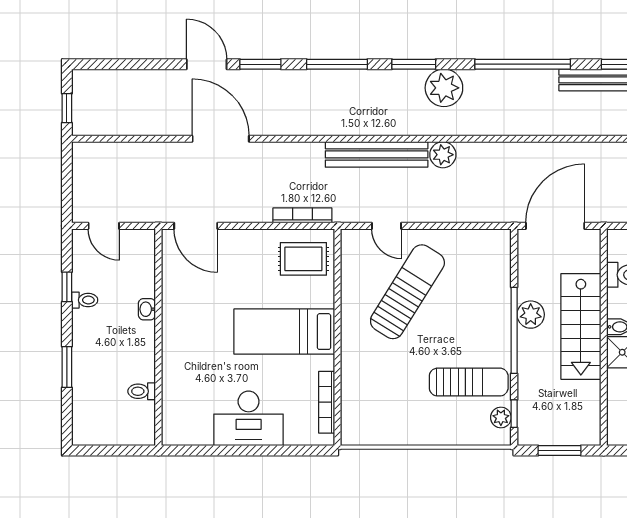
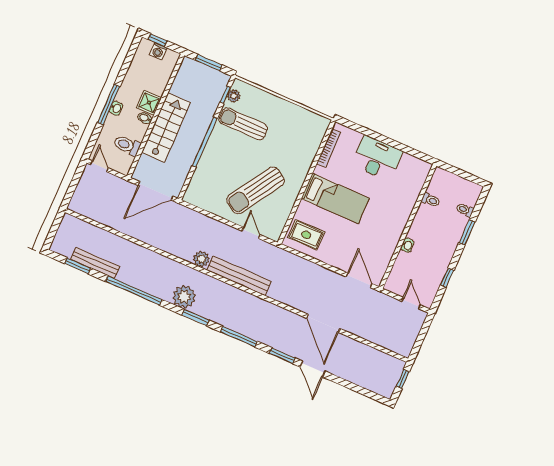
bookcase: (302, 215) -> (296, 260), removed
toilet: (85, 300) -> (465, 210), moved
plant: (531, 315) -> (191, 147), removed

